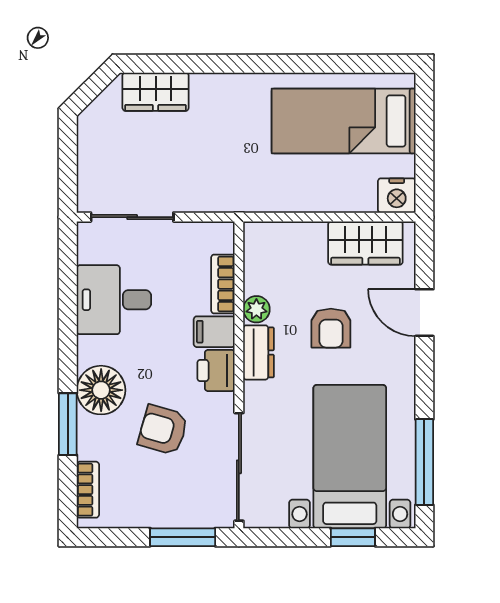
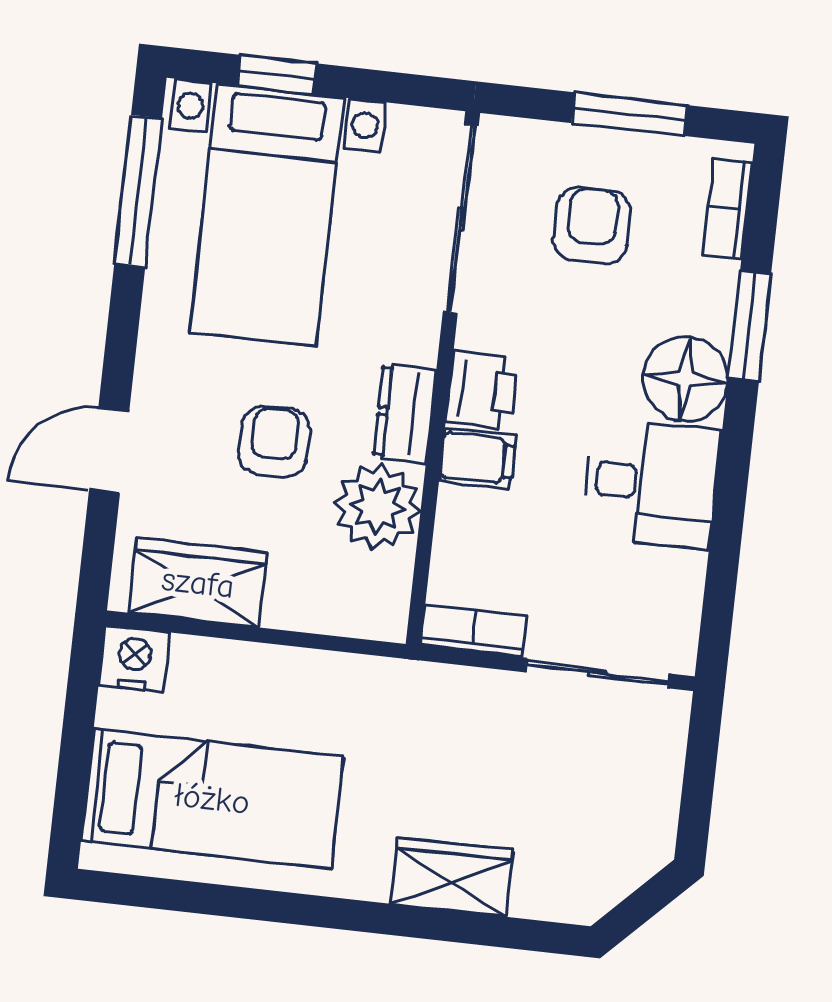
wardrobe: (156, 92) -> (452, 877), moved
bookcase: (223, 284) -> (474, 631), moved, turned -90
desk: (114, 300) -> (651, 483), moved
plant: (256, 309) -> (377, 507), width x1.88, depth x1.88
door: (424, 313) -> (109, 450), swing flipped
armchair: (163, 430) -> (592, 225), moved, turned -106
window: (183, 537) -> (629, 114), moved

